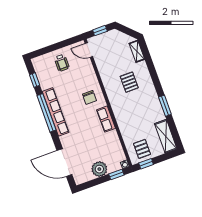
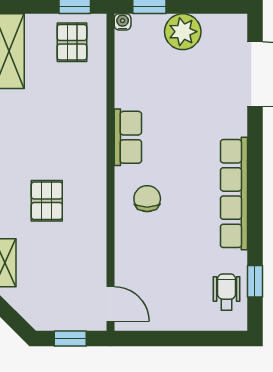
wheelchair: (62, 63) -> (227, 292), moved
window: (46, 113) -> (255, 199), removed

